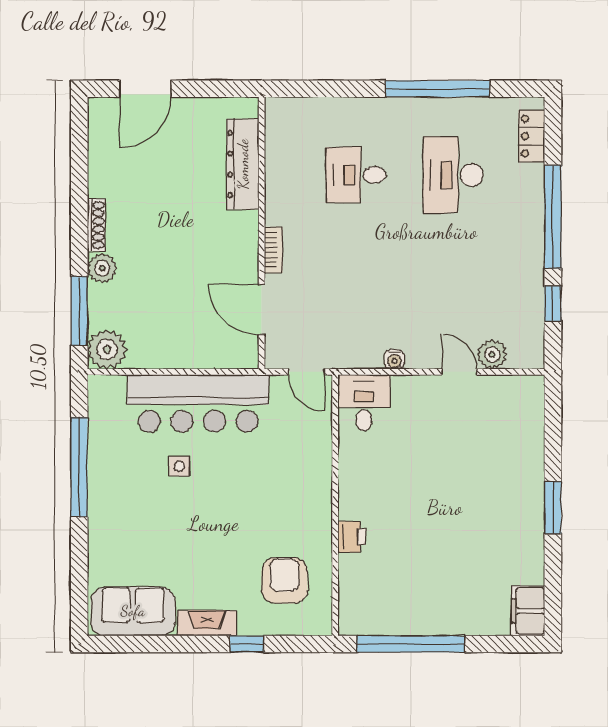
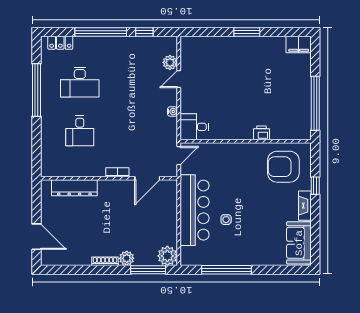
armchair: (285, 580) -> (283, 167), width x1.36, depth x1.36

